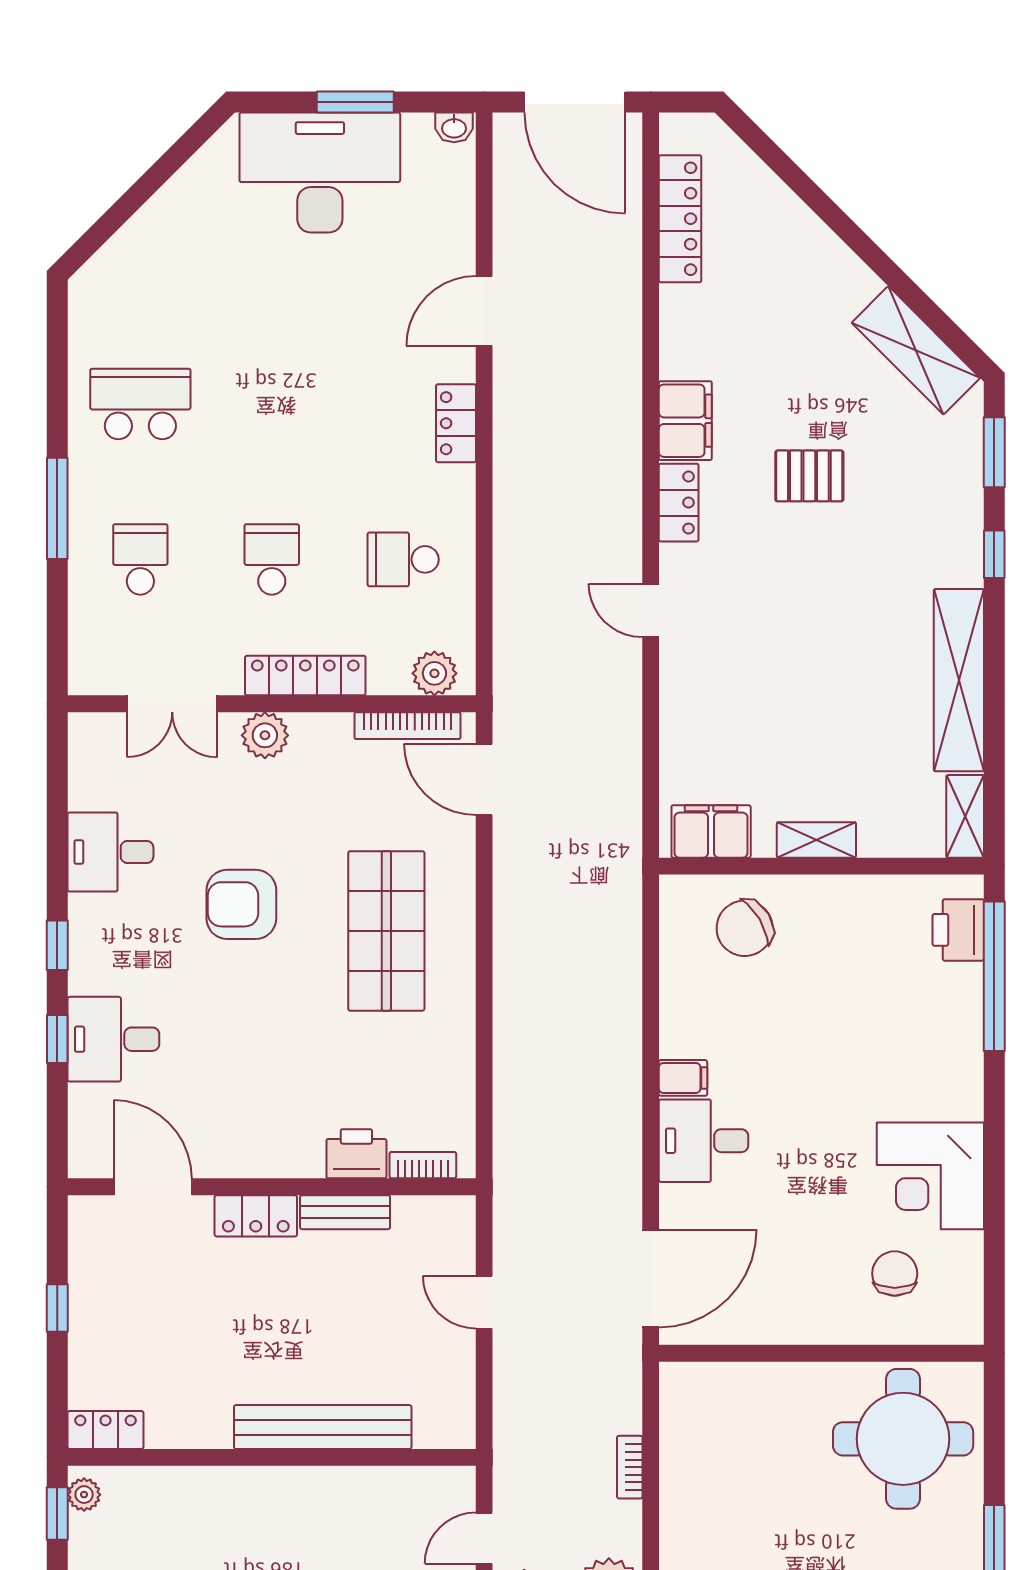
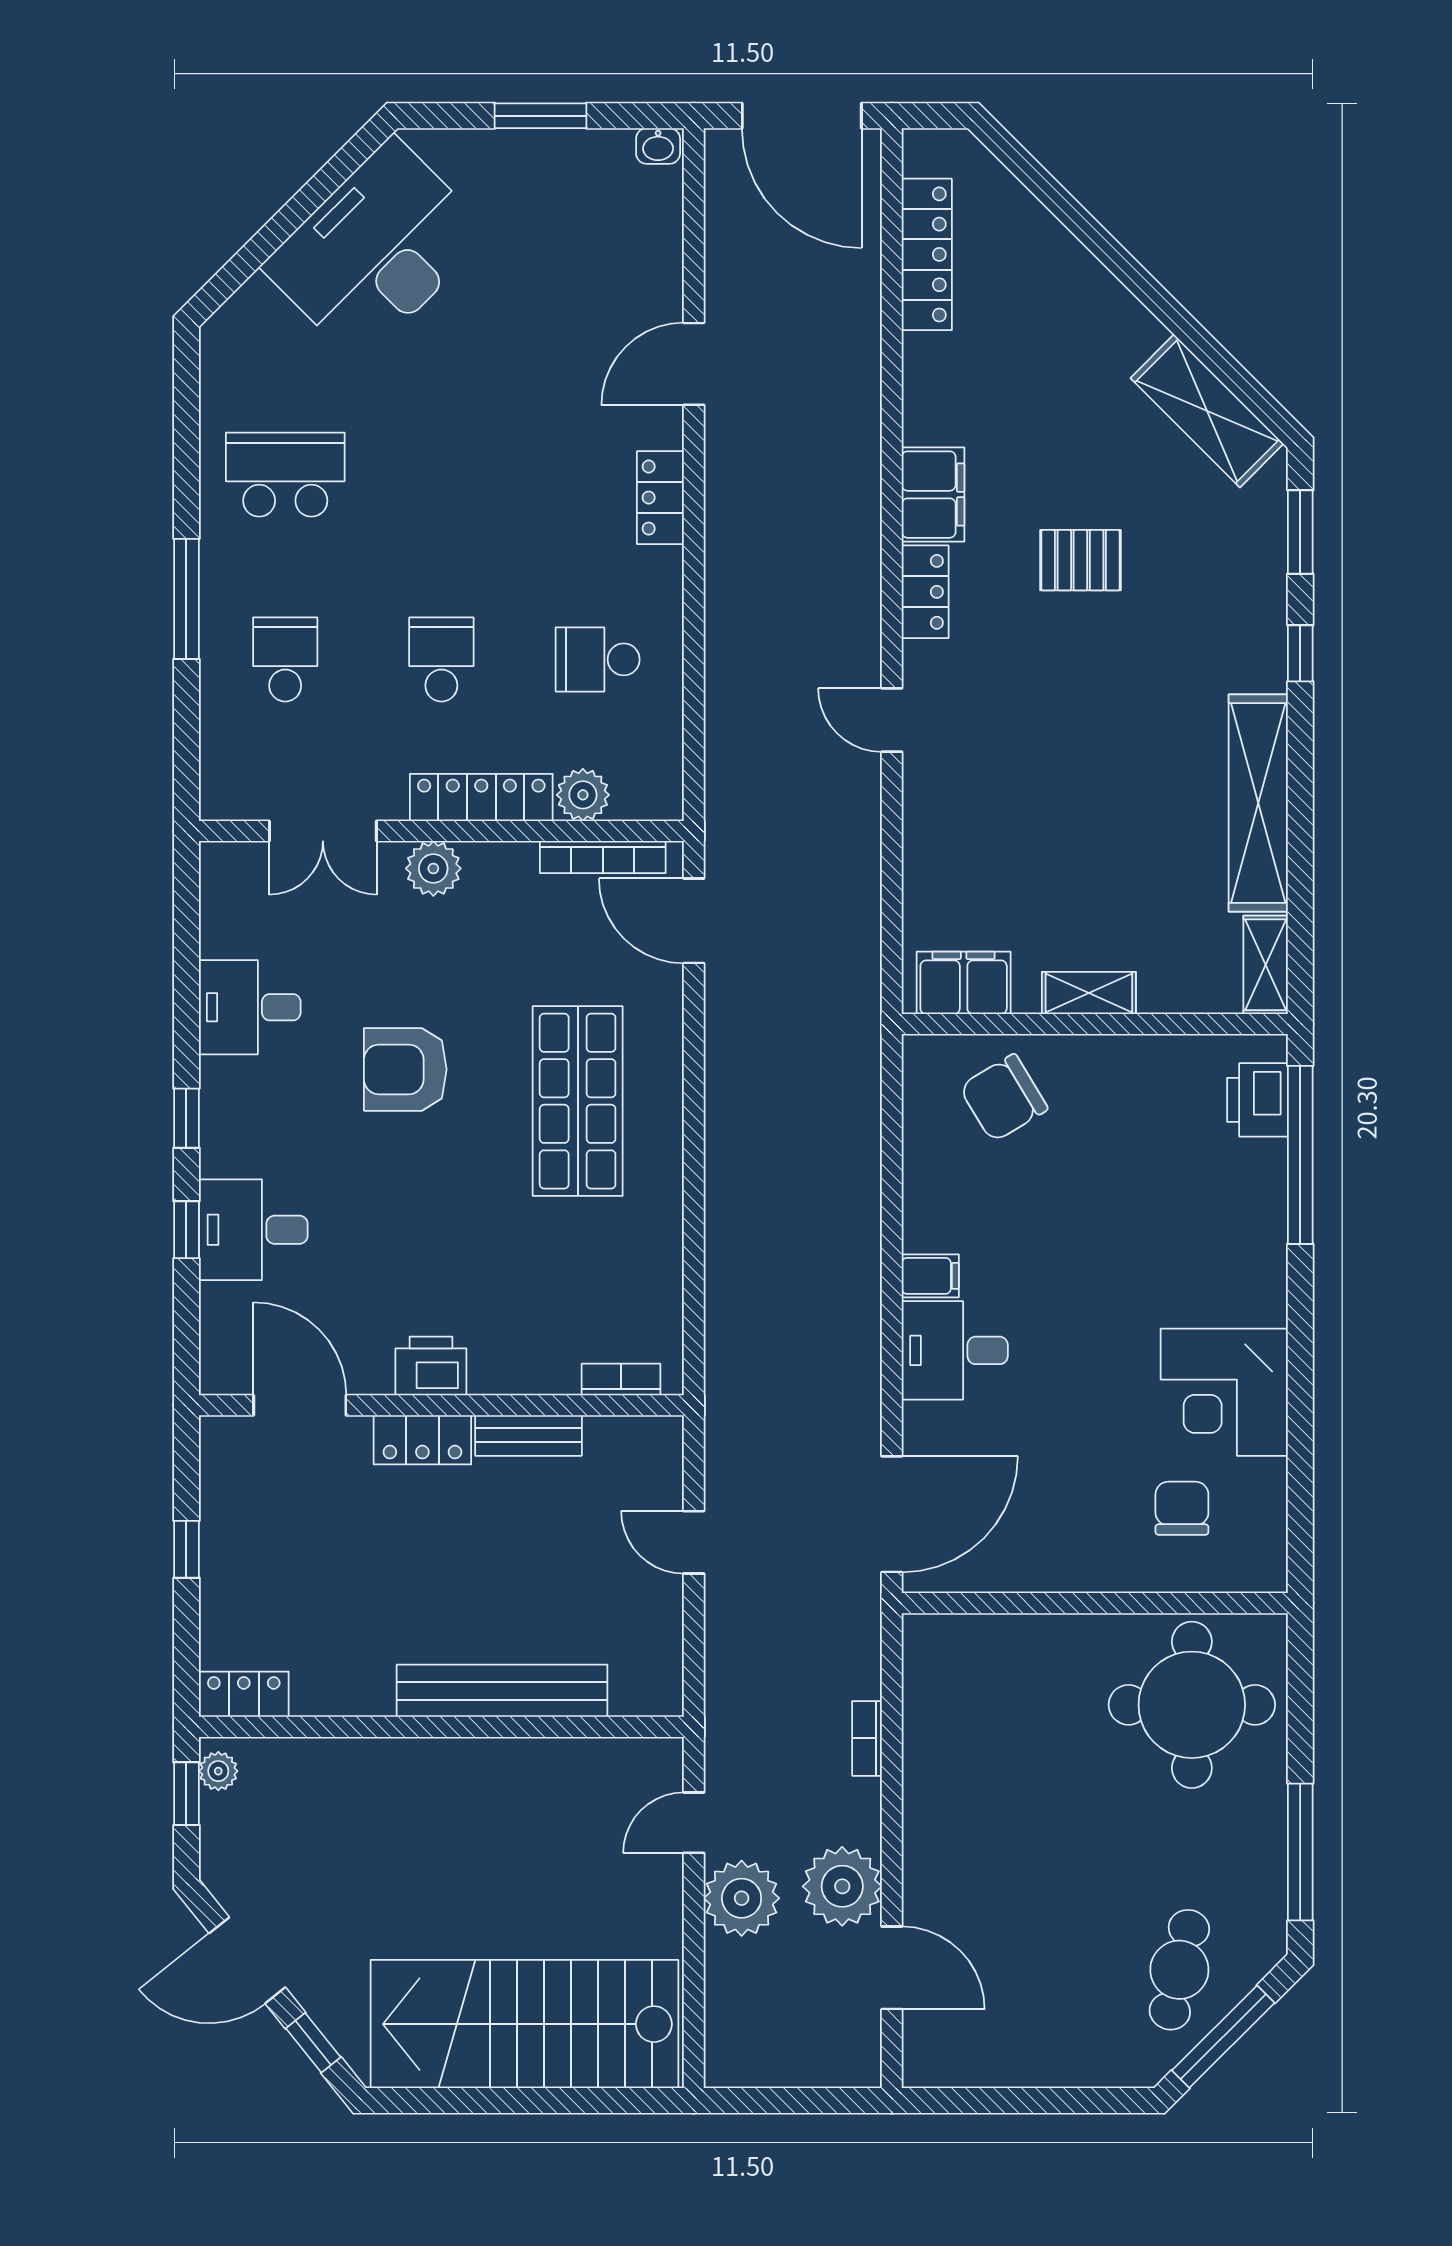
desk: (320, 173) -> (376, 250), moved, turned -45
plant: (434, 673) -> (583, 795), moved
printer: (356, 1154) -> (431, 1366), moved

